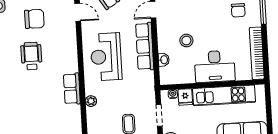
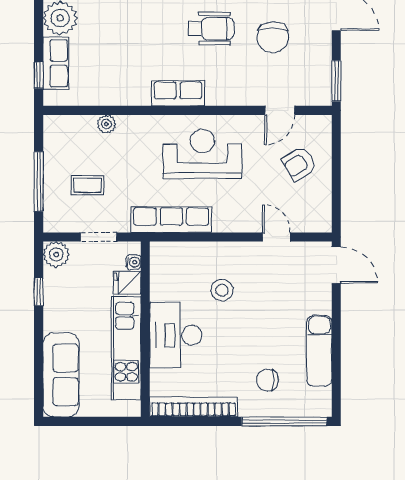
row of seats: (145, 46) -> (171, 220), moved
washbasin: (164, 60) -> (192, 250), removed
row of seats: (72, 89) -> (178, 93), moved
plant: (91, 101) -> (106, 124), moved

